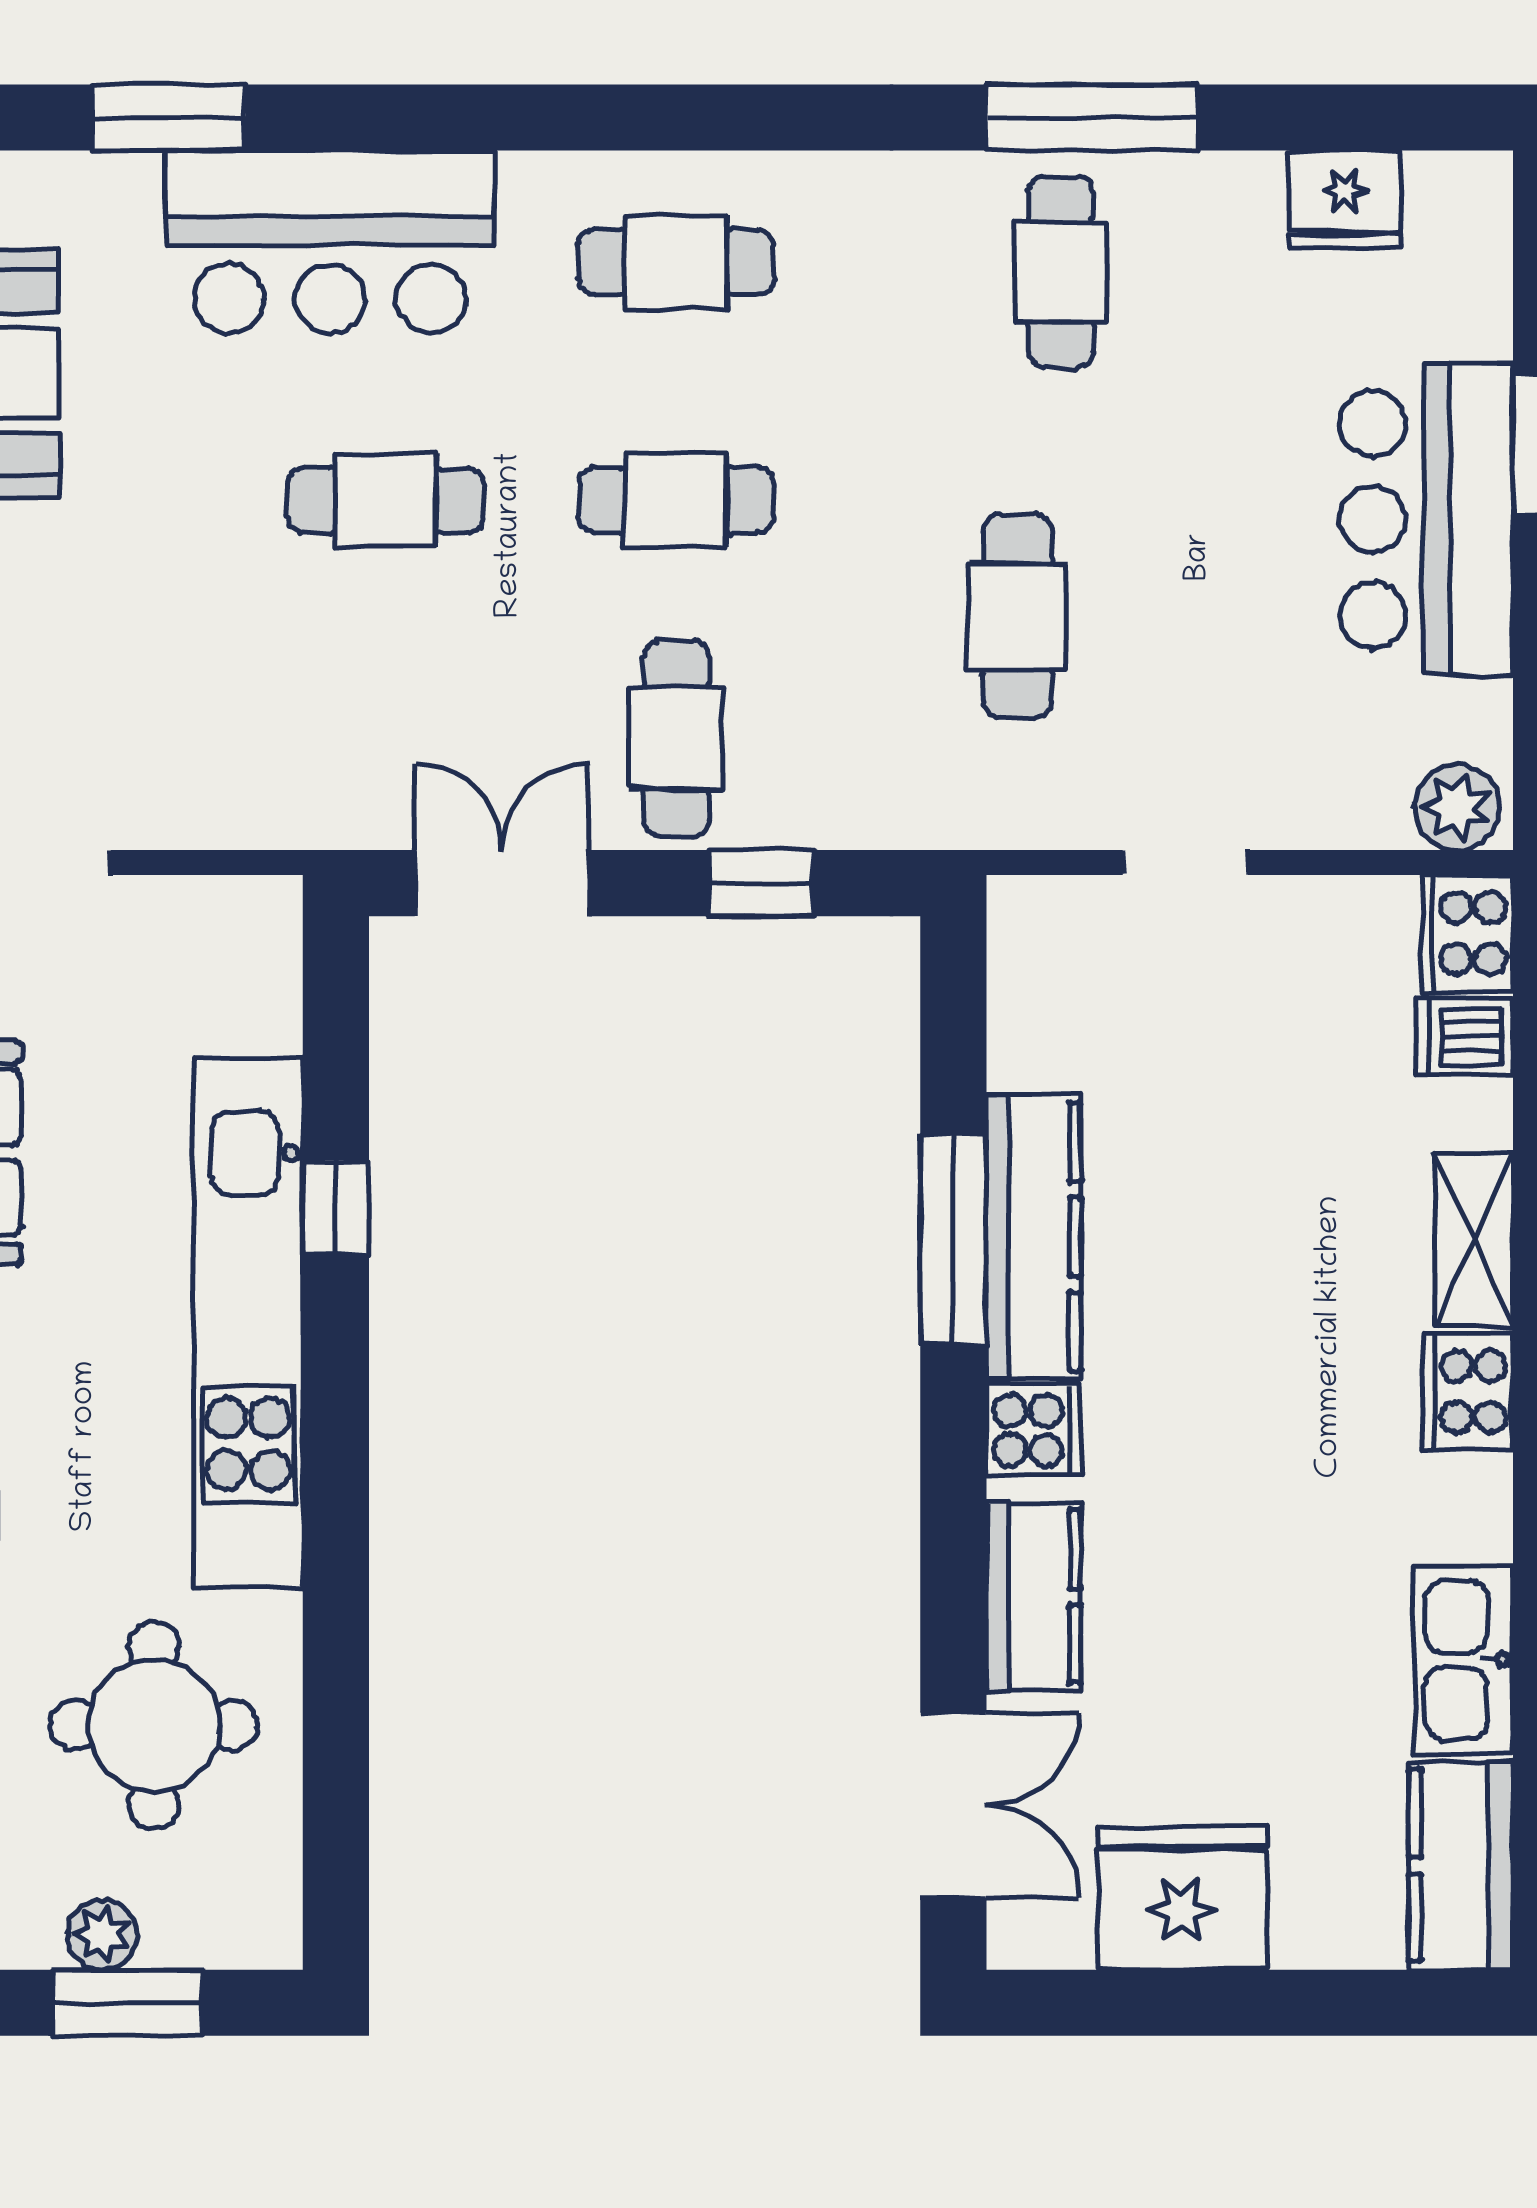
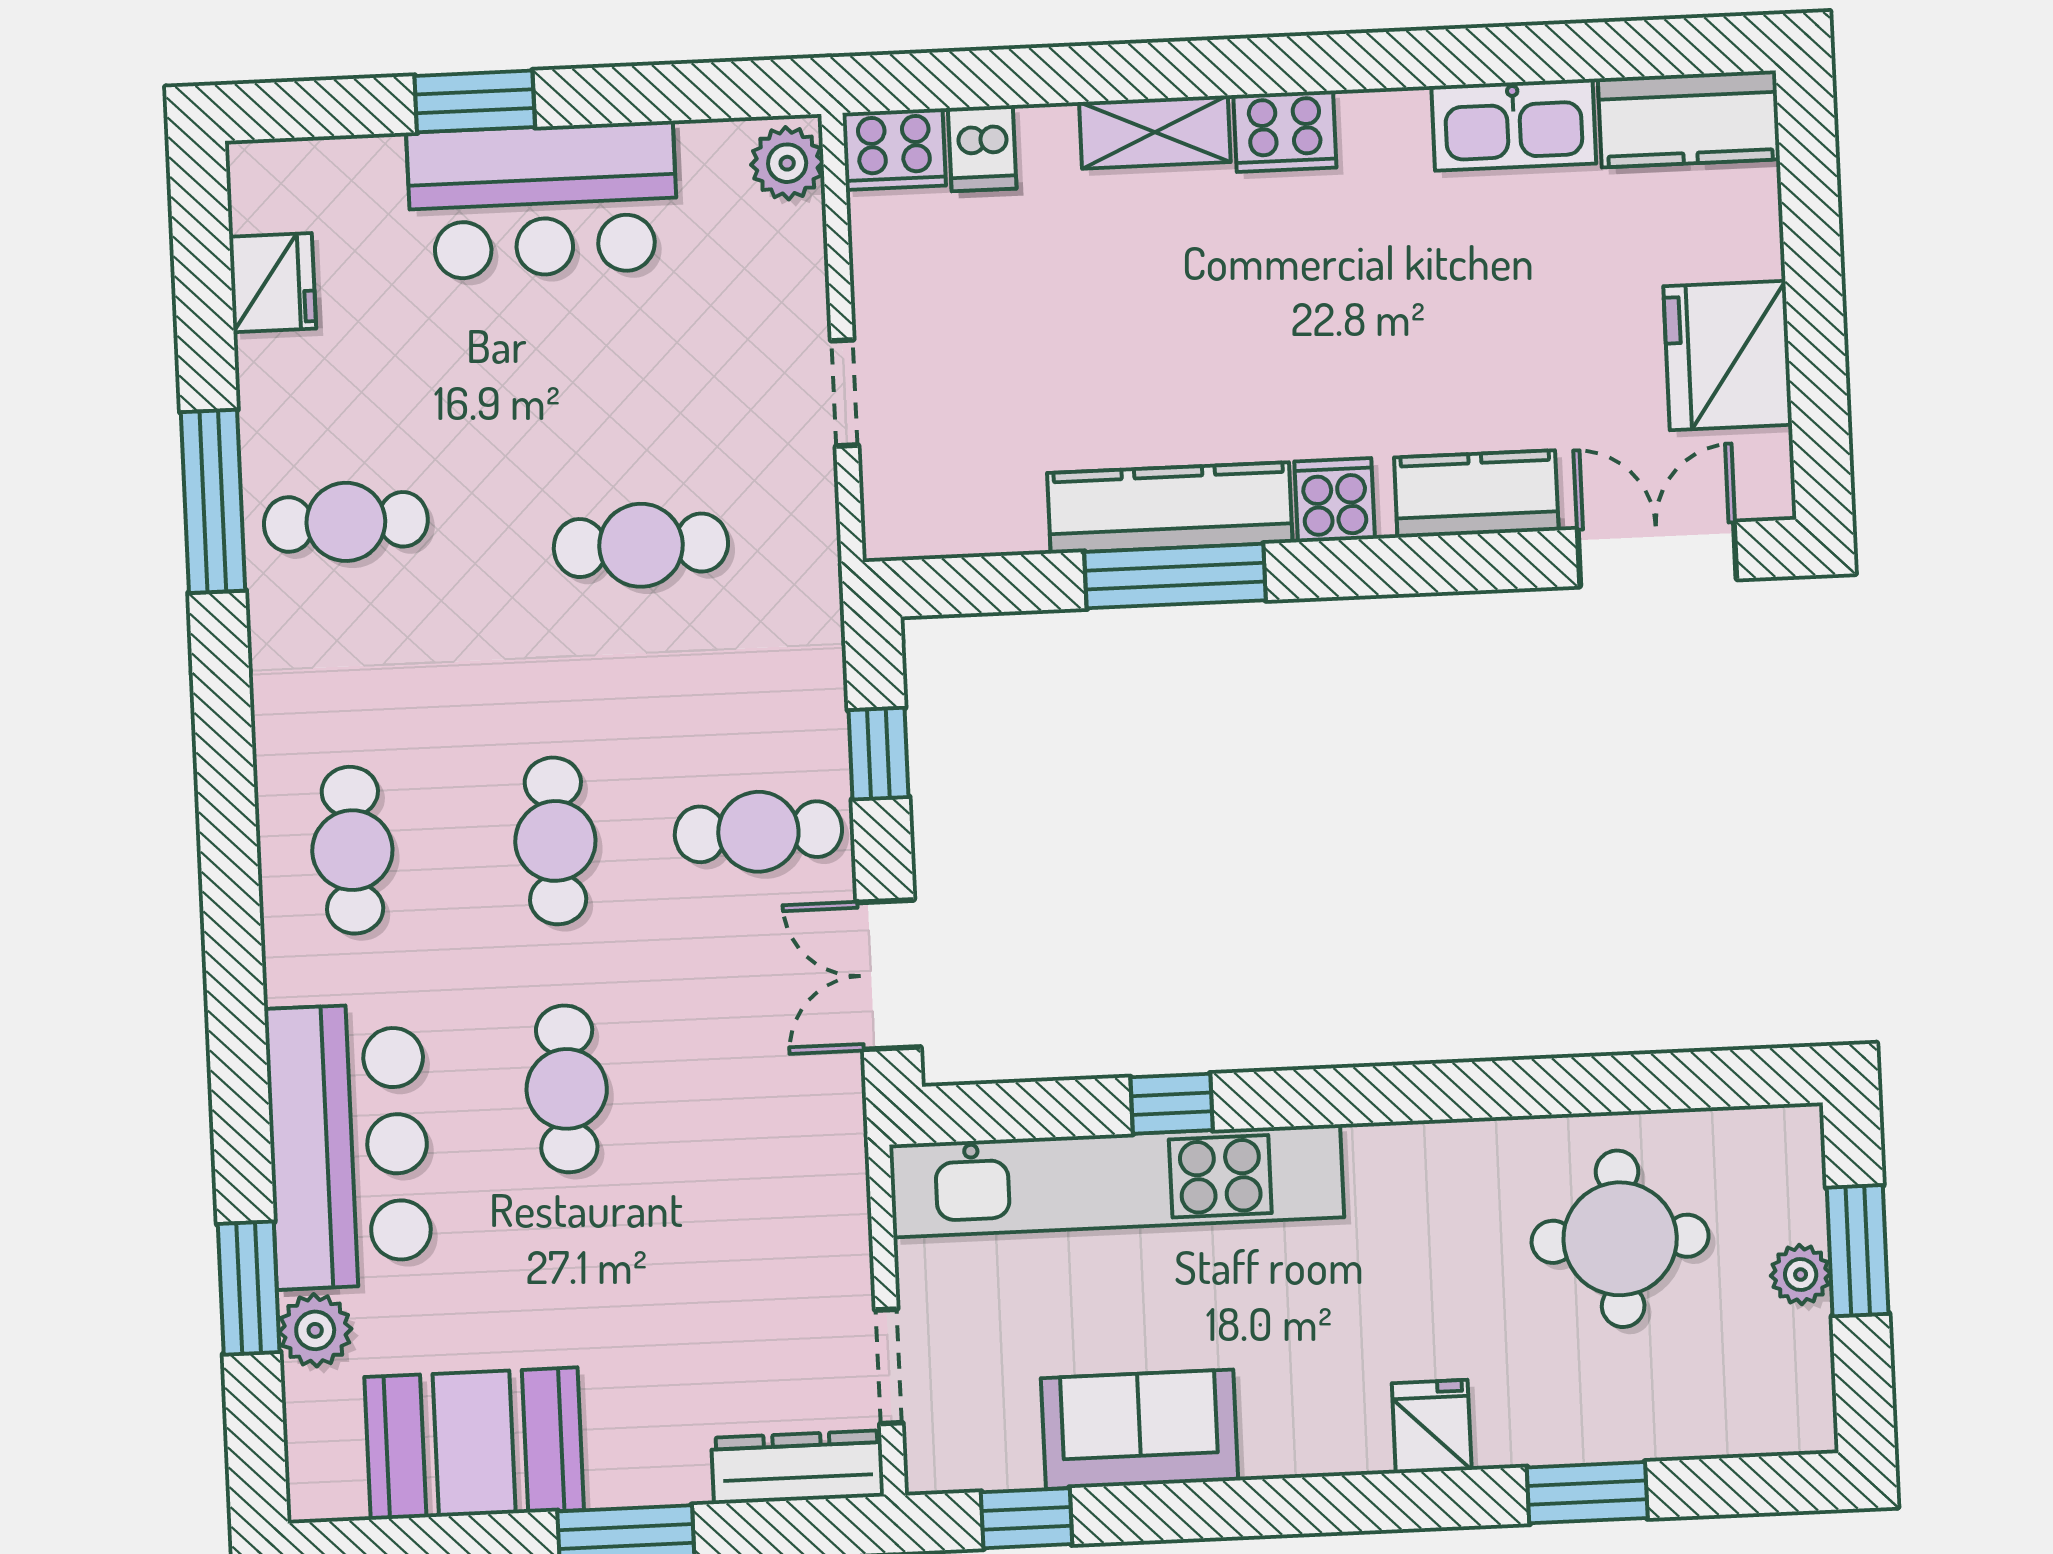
plant: (116, 193) -> (315, 1330), added
kitchen unit: (248, 1322) -> (1117, 1181), moved

